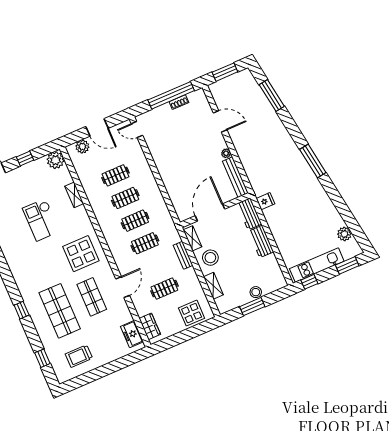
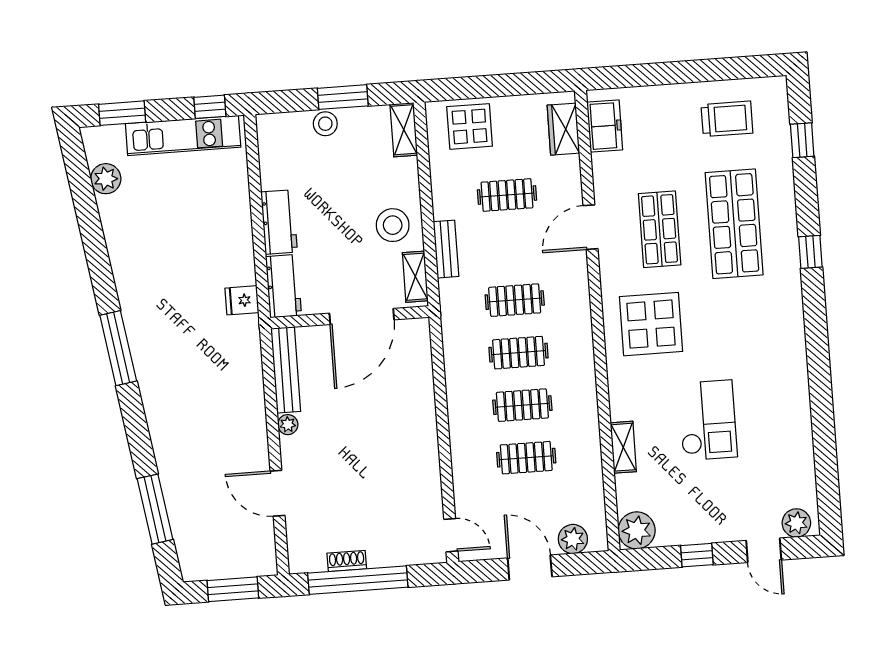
shelving: (213, 286) -> (404, 130), moved

